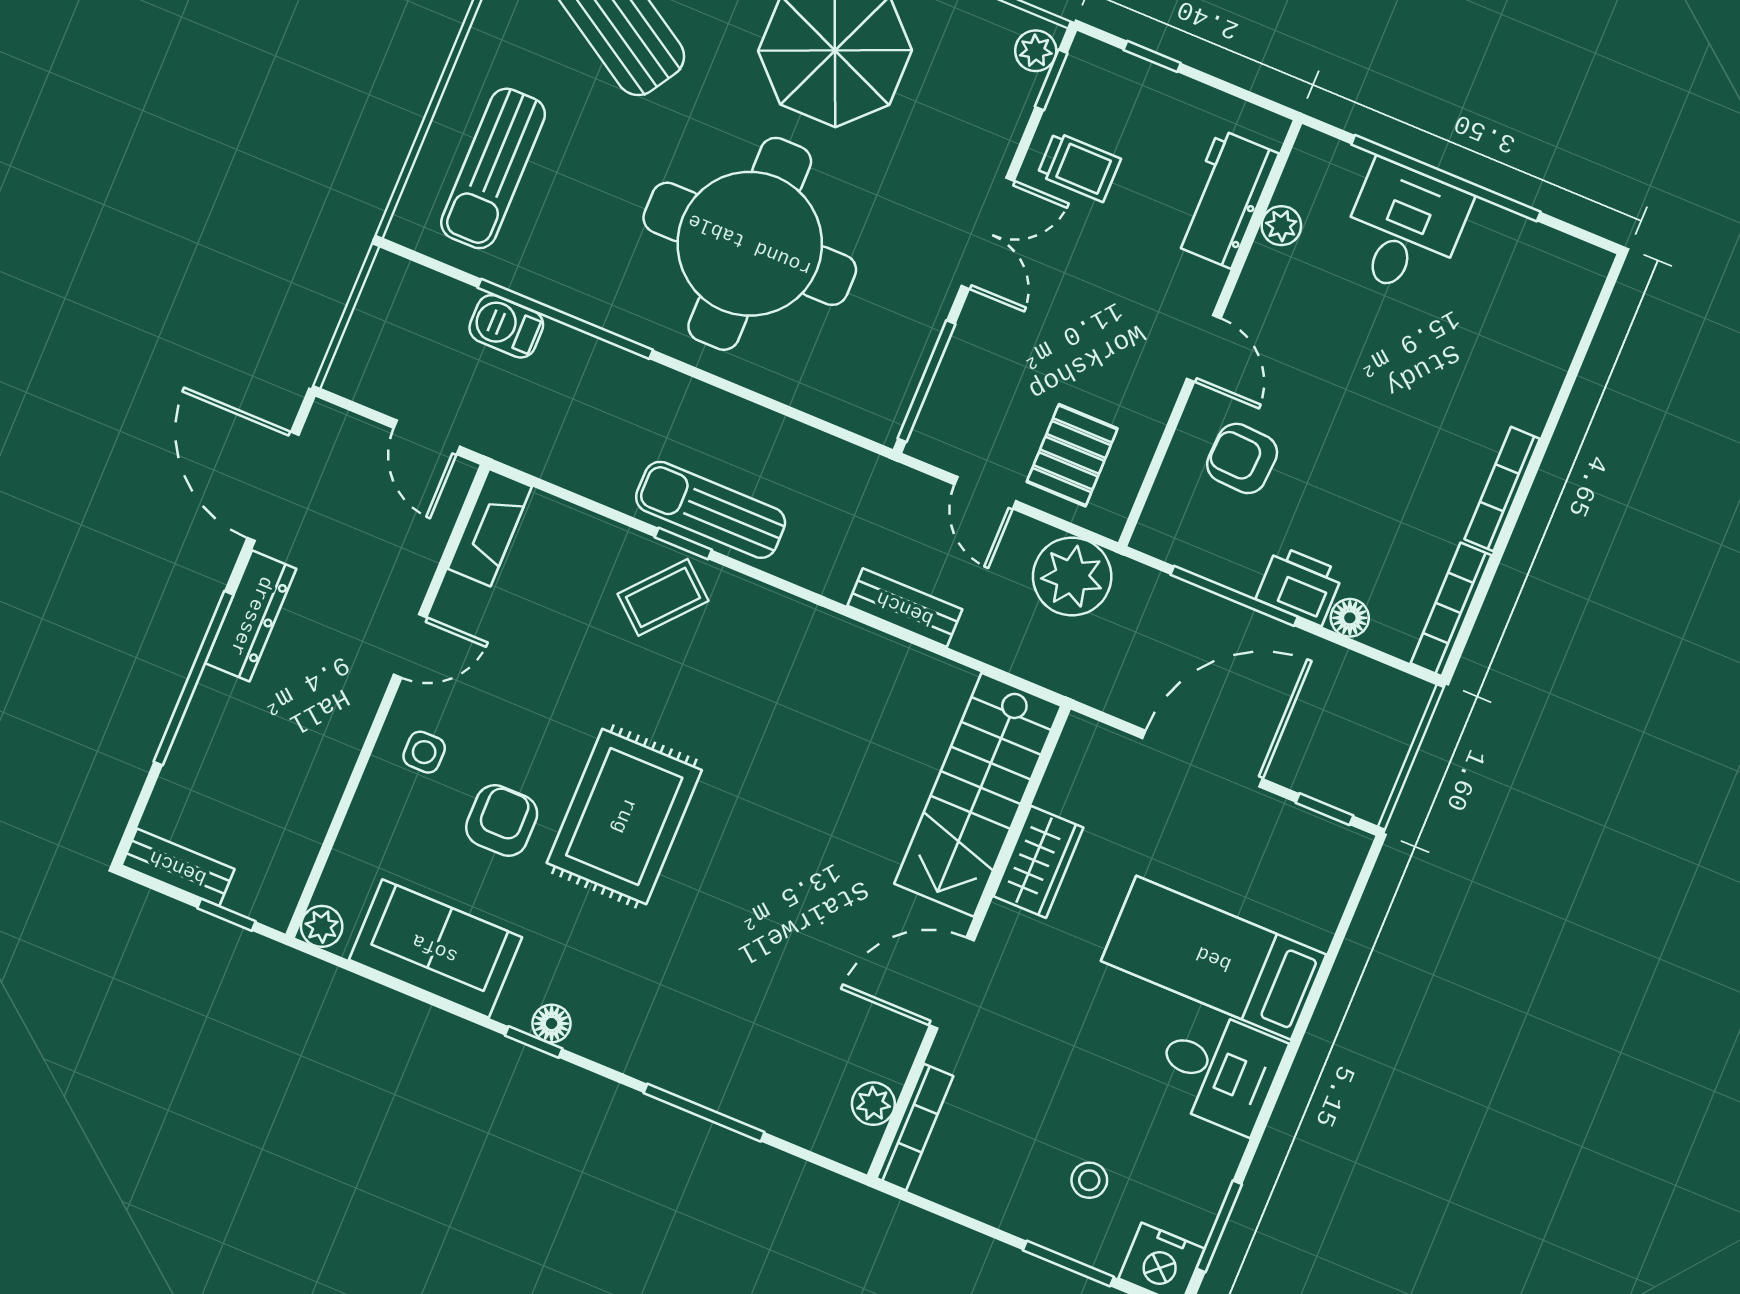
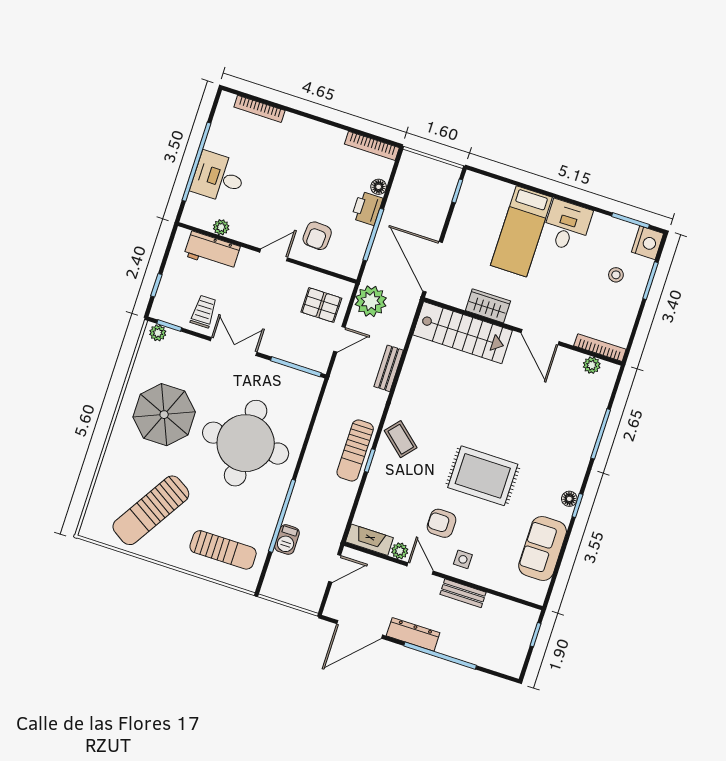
bookcase: (1502, 489) -> (259, 109), moved
coffee table: (663, 597) -> (401, 439), moved
door: (1202, 759) -> (433, 267), moved
armchair: (502, 821) -> (441, 523), moved
bench: (178, 867) -> (463, 593), moved, turned 90
plant: (322, 926) -> (400, 551), moved

